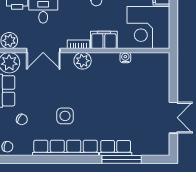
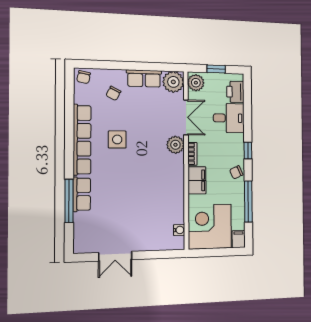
double door: (43, 50) -> (186, 117), swing flipped
water cooler: (125, 58) -> (179, 230), moved
plant: (83, 61) -> (175, 145), moved

